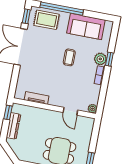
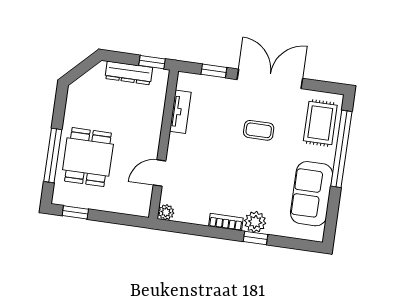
window: (26, 16) -> (214, 71), moved
coffee table: (69, 57) -> (259, 130), moved

